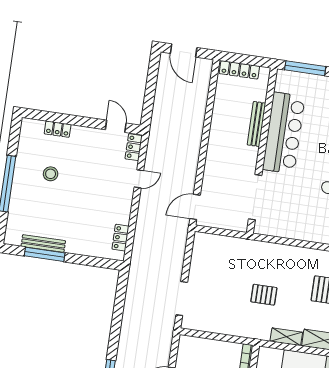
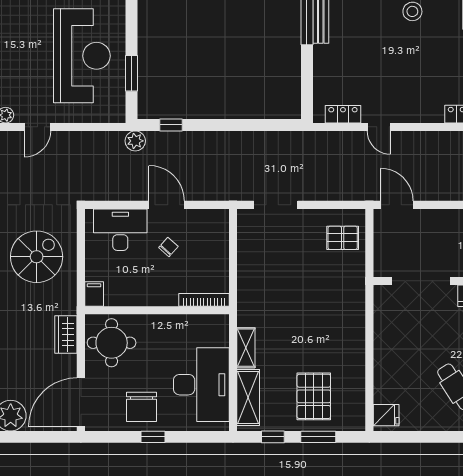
door: (139, 179) -> (379, 127), moved
pallet: (264, 295) -> (343, 238), moved, turned 90

